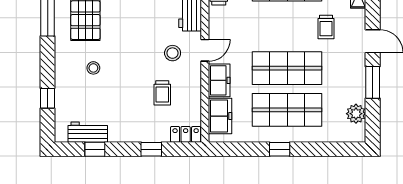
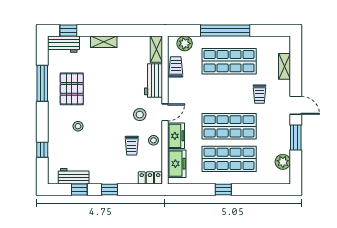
stool: (190, 86) -> (153, 140), added
window: (151, 149) -> (110, 190), moved

